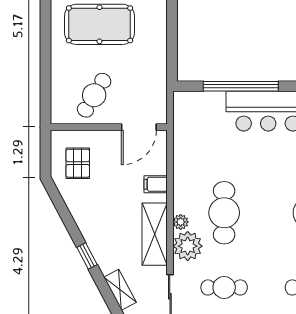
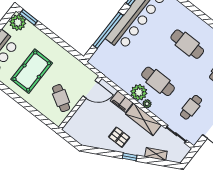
door: (139, 127) -> (91, 89), hinge flipped
pallet: (78, 163) -> (119, 137), moved
filing cabinet: (156, 184) -> (122, 102), width x2.00
plant: (188, 246) -> (139, 92), moved

